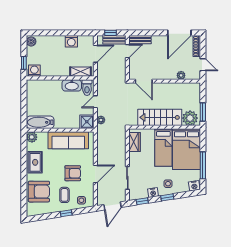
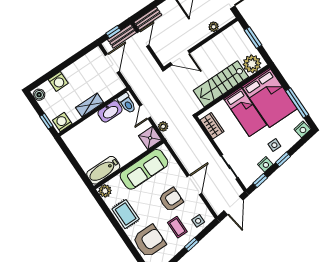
washing machine: (71, 41) -> (58, 81), moved
shelving: (81, 72) -> (90, 105), moved
window: (203, 112) -> (253, 38), moved

